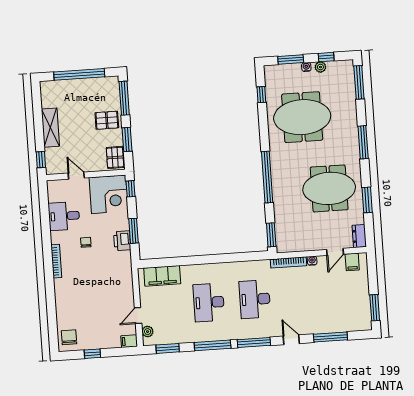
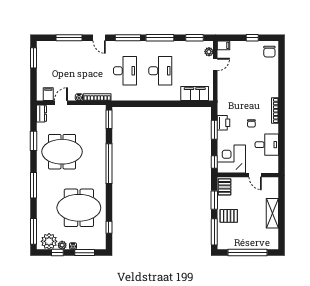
plant: (338, 71) -> (49, 241), added
window: (41, 160) -> (281, 189), removed

